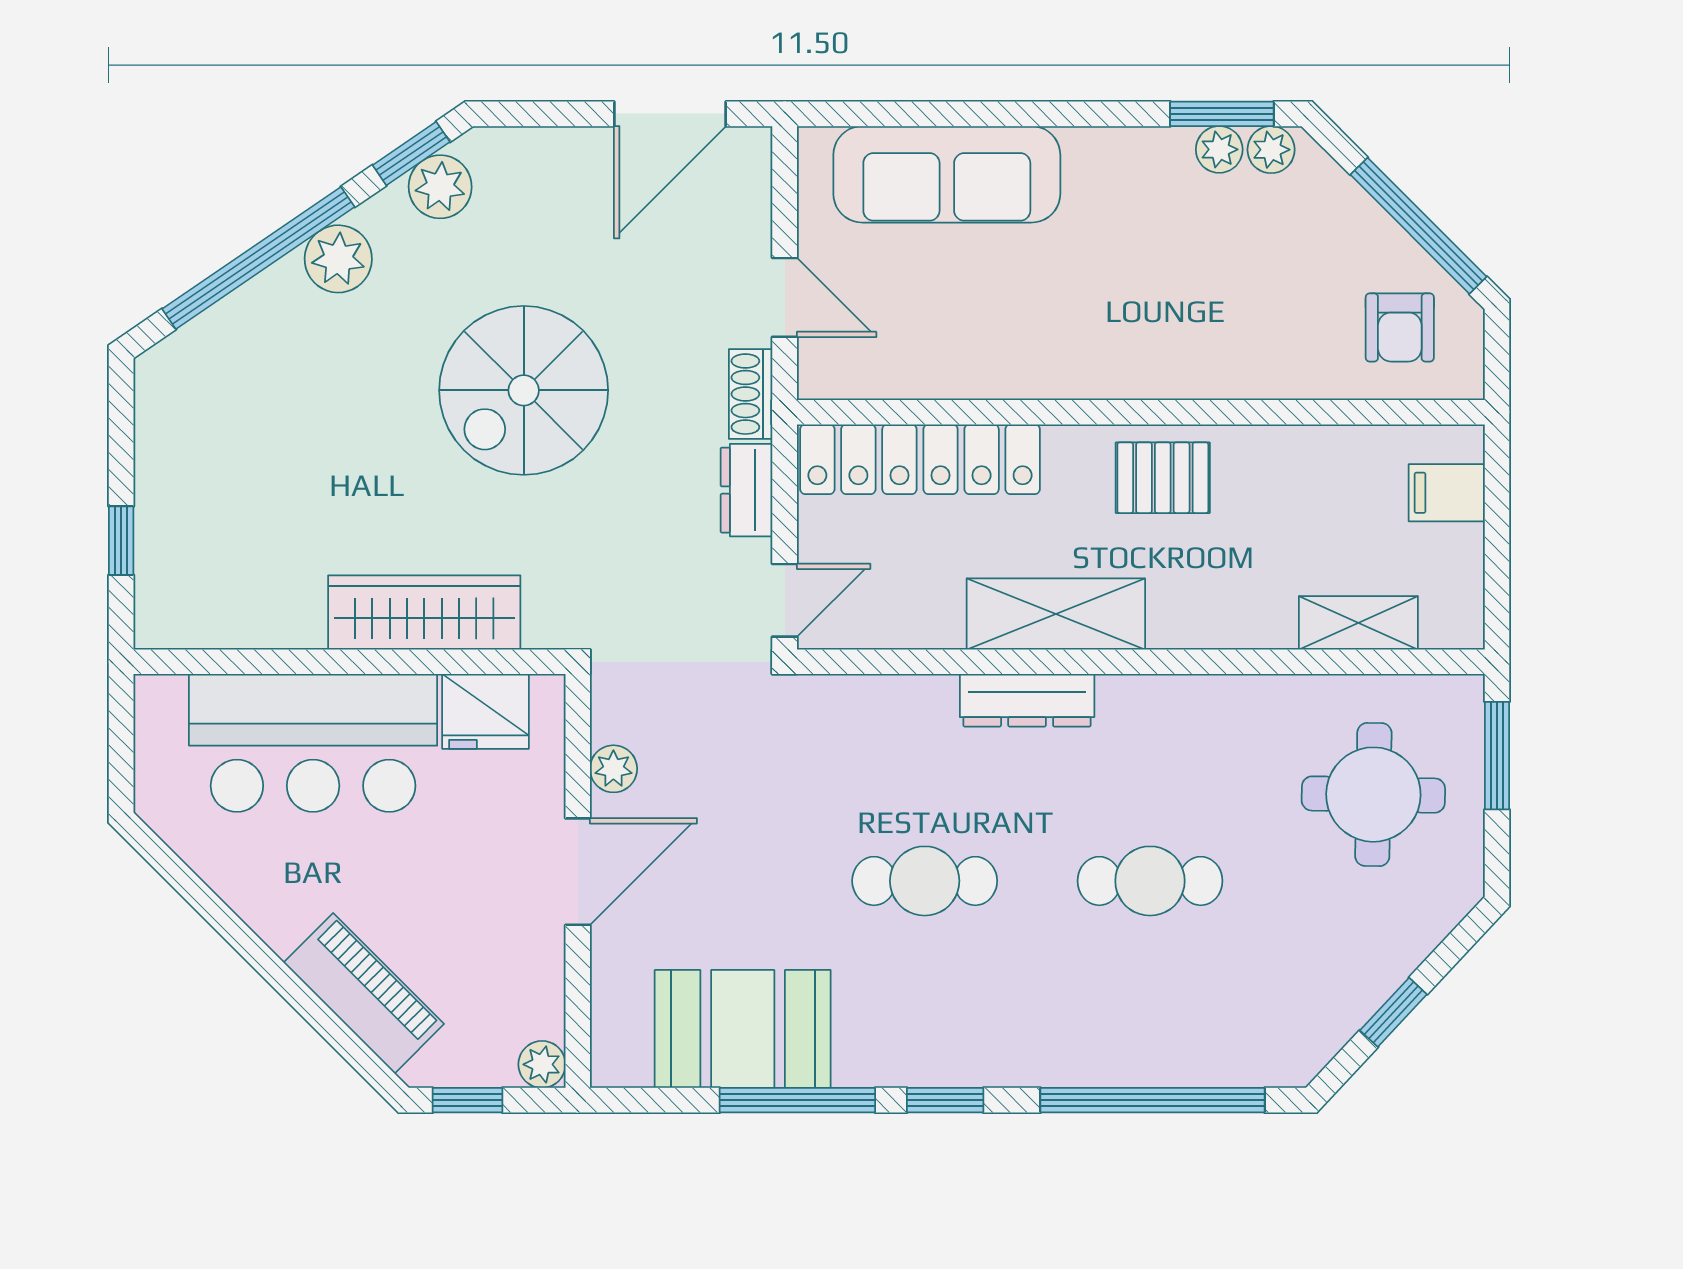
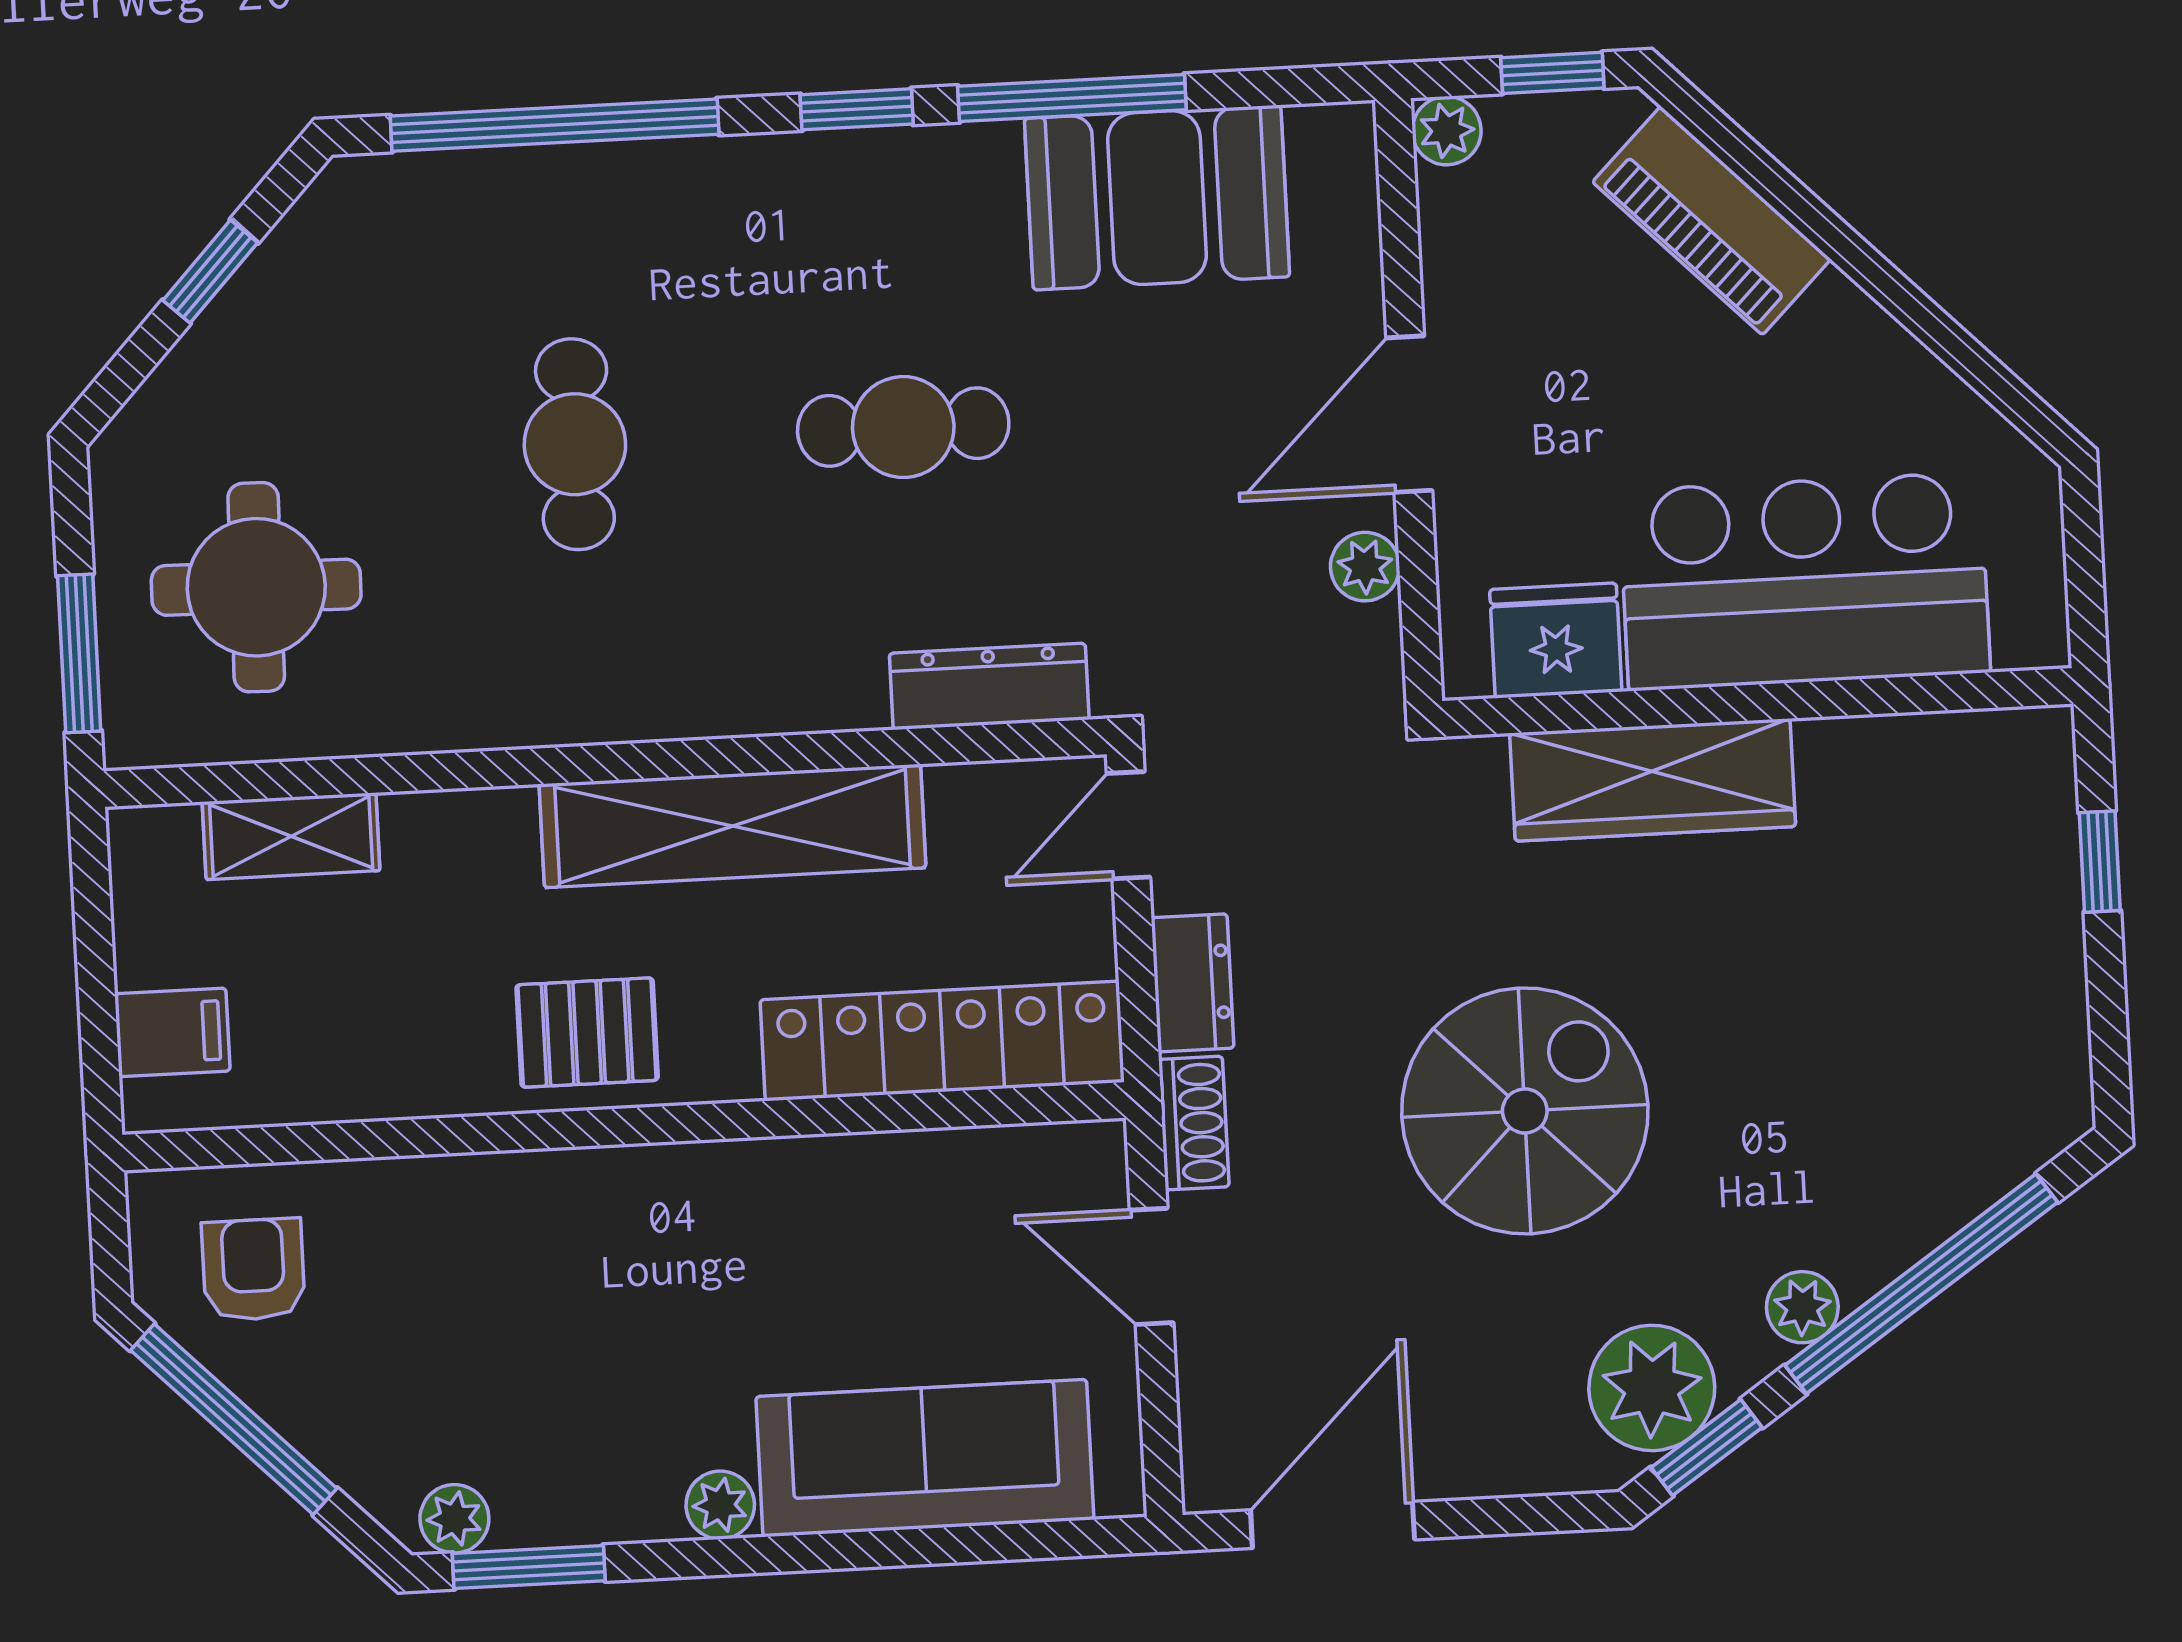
plant: (1219, 149) -> (720, 1505), moved
plant: (440, 187) -> (1652, 1388), width x1.36, depth x1.36
plant: (338, 259) -> (1802, 1307), width x0.73, depth x0.73
shelving: (1056, 614) -> (732, 826), width x1.47
dresser: (1027, 700) -> (989, 686), moved
cafe table: (1150, 881) -> (575, 444), turned 90

